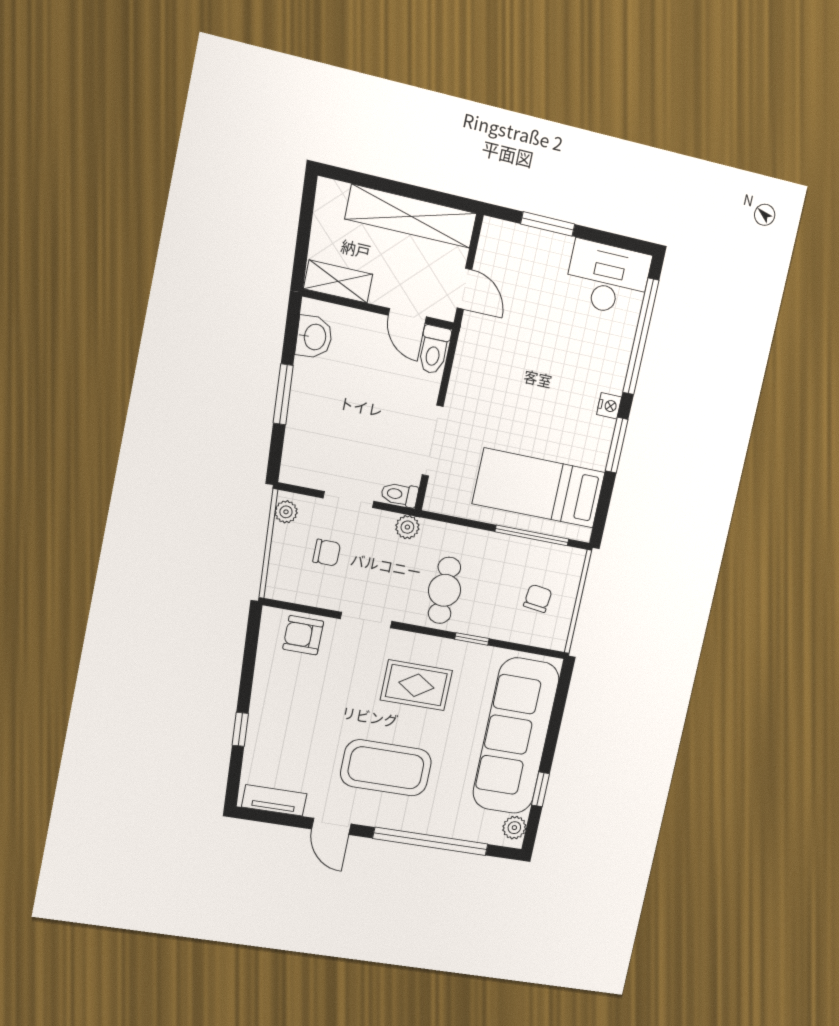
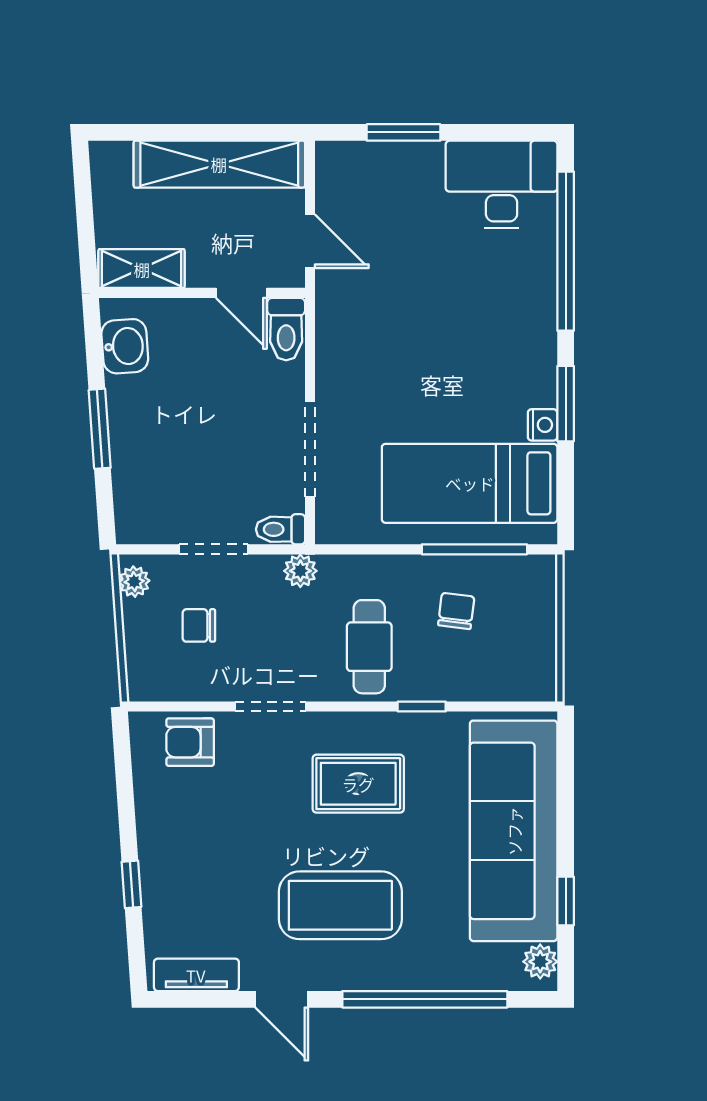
nightstand: (609, 406) -> (543, 425), moved
chair: (327, 553) -> (199, 625), turned 180
chair: (538, 598) -> (456, 611), moved

